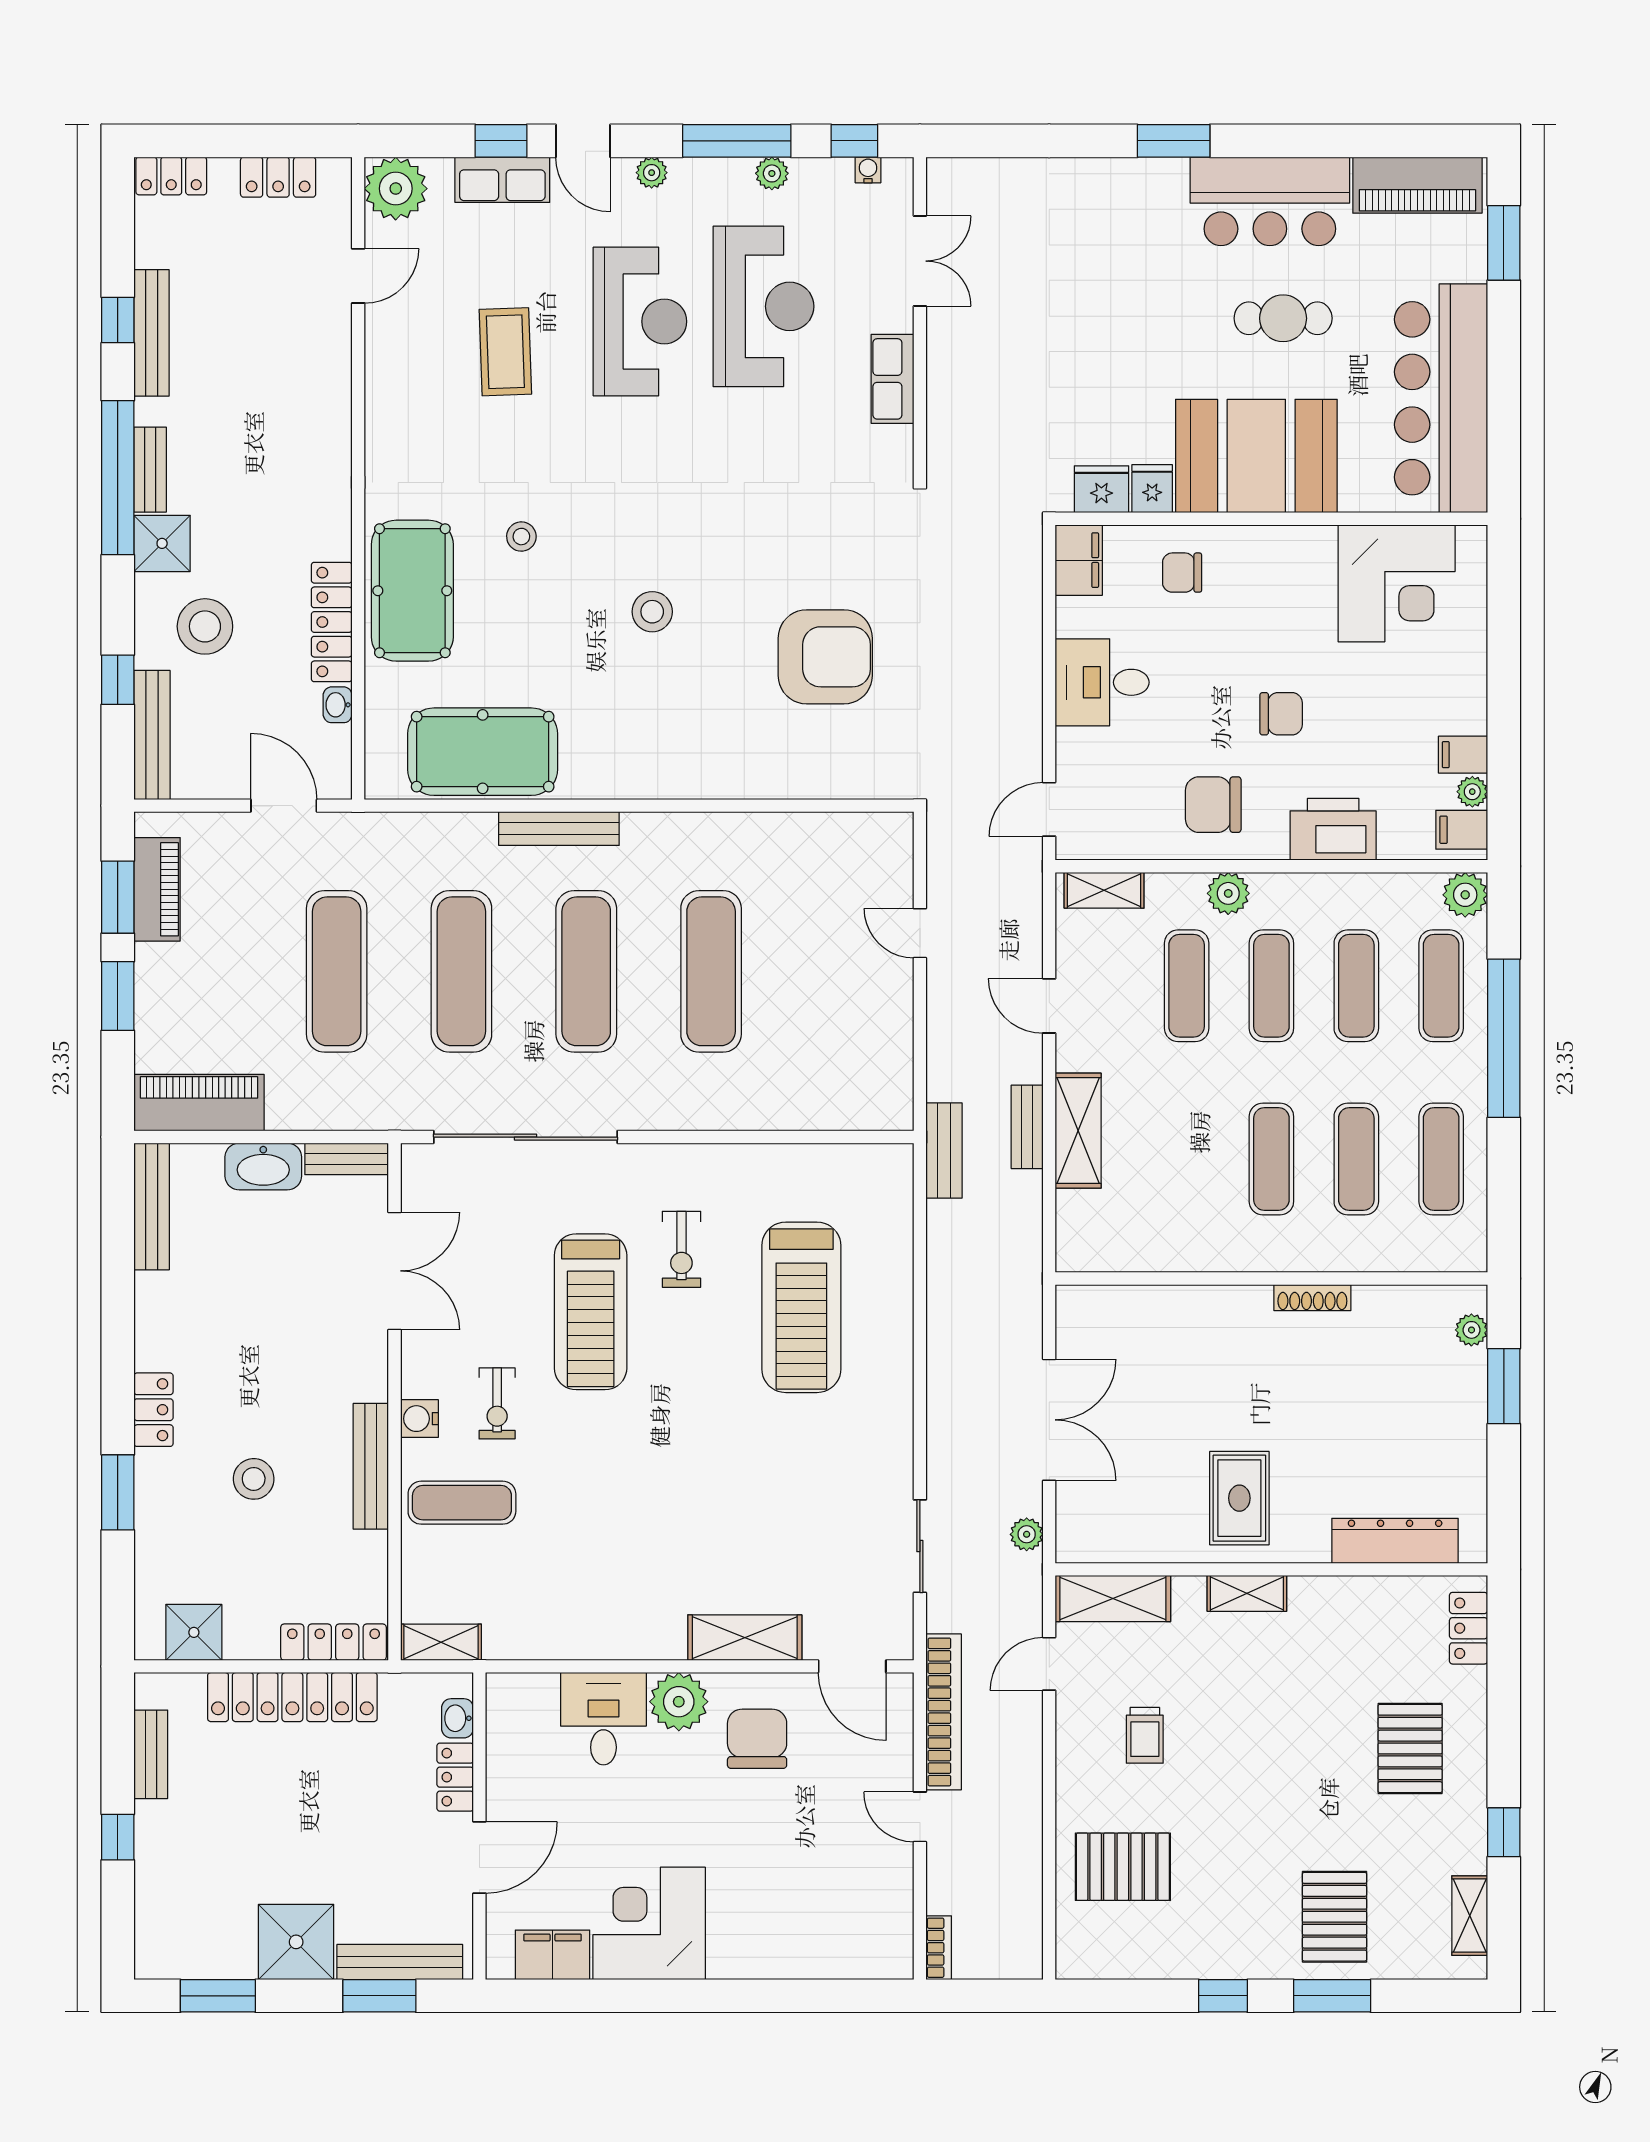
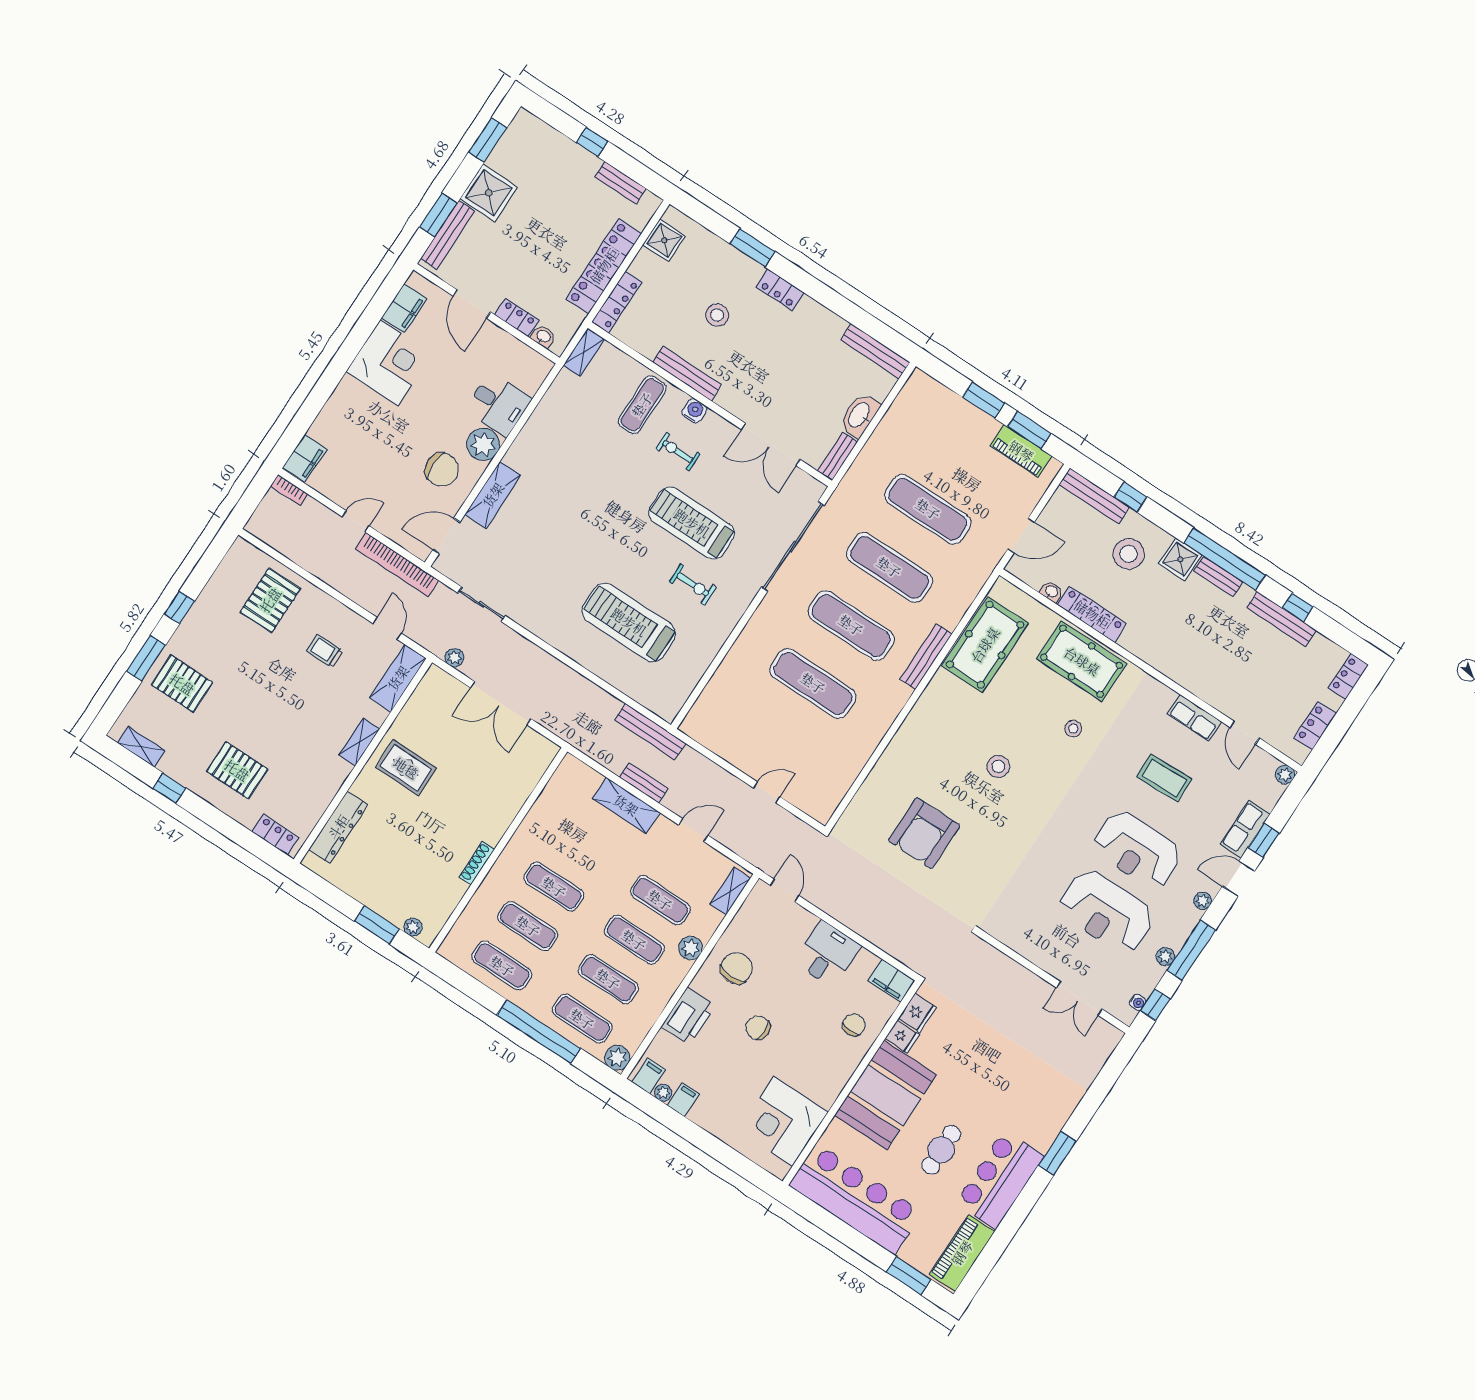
plant: (396, 189) -> (1285, 775), width x0.53, depth x0.53
row of seats: (892, 379) -> (1194, 718), moved, turned 180
chair: (1281, 714) -> (758, 1028), turned 90
piano: (199, 1103) -> (909, 405), removed
bench: (944, 1150) -> (650, 732), width x1.36
exercise bike: (681, 1249) -> (693, 584), turned 180
filing cabinet: (876, 1955) -> (305, 458), added

